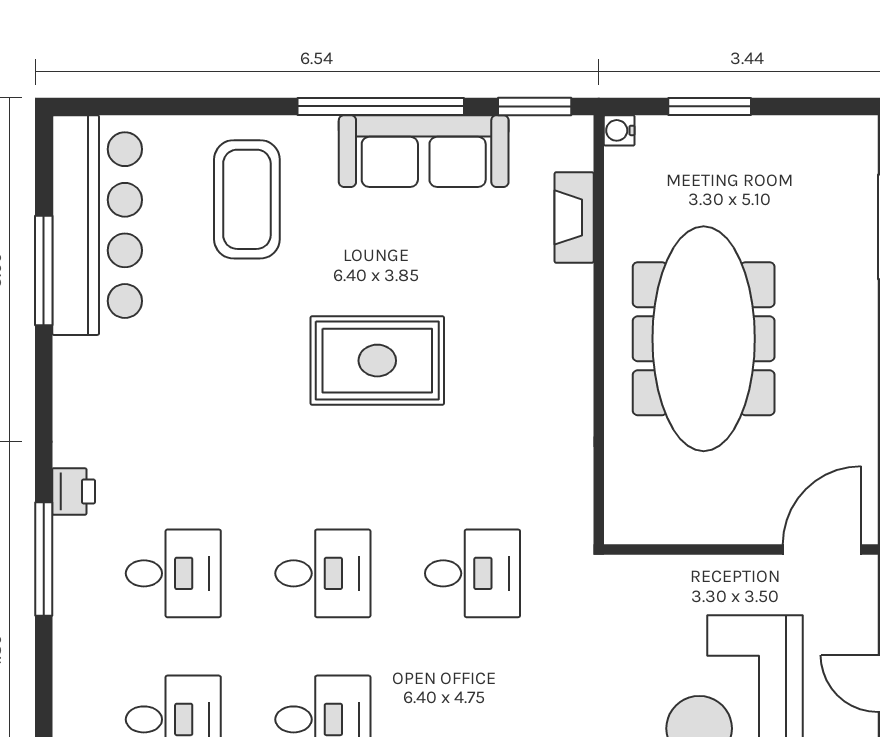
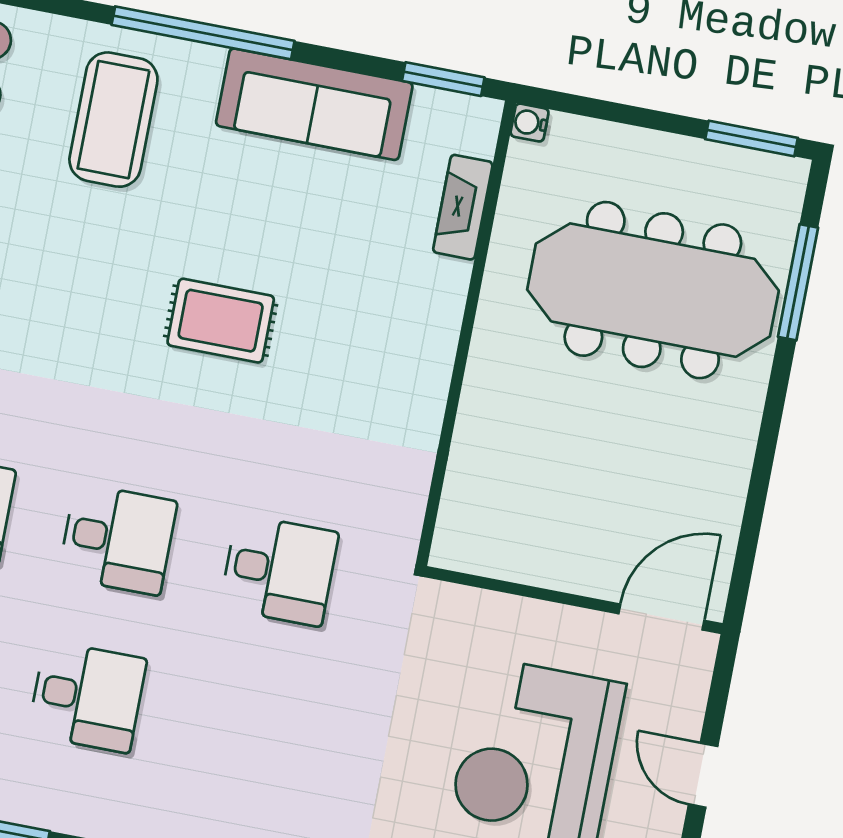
window: (381, 106) -> (203, 33), moved
window: (710, 106) -> (751, 138), moved
meeting table: (704, 339) -> (653, 290), moved, turned 90
rug: (377, 361) -> (221, 321), width x0.73, depth x0.70

